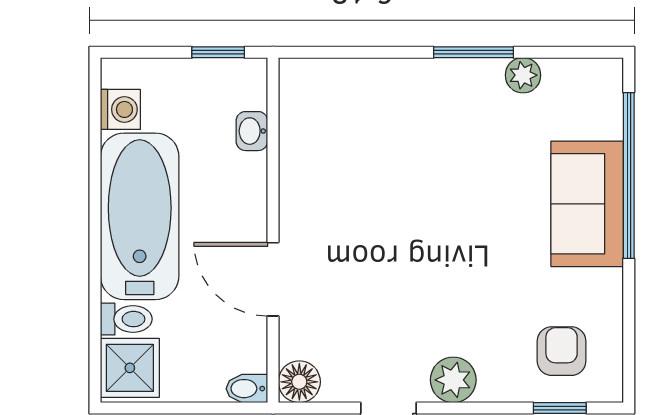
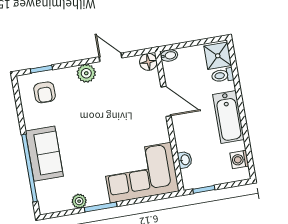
corner sofa: (364, 118) -> (141, 173), added
bathtub: (140, 216) -> (228, 117), width x0.73, depth x0.73

